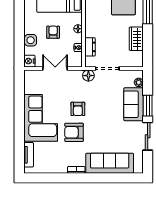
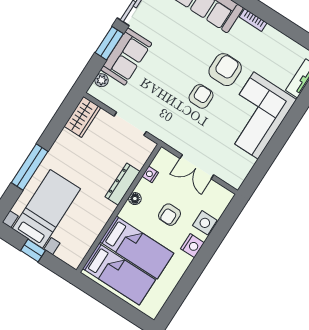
wardrobe: (136, 39) -> (82, 117), moved
dresser: (90, 47) -> (123, 184), moved, width x1.44
nightstand: (29, 61) -> (192, 246), moved
floor lamp: (88, 76) -> (160, 130), removed
armchair: (74, 132) -> (225, 70), turned -90

